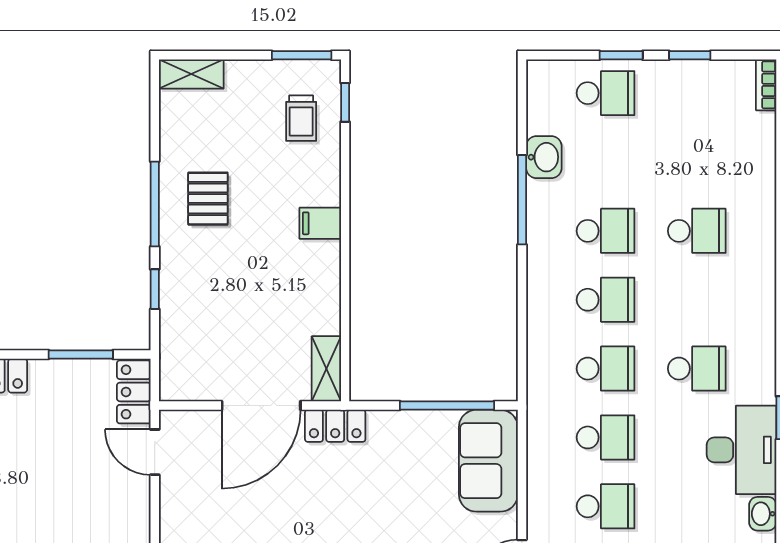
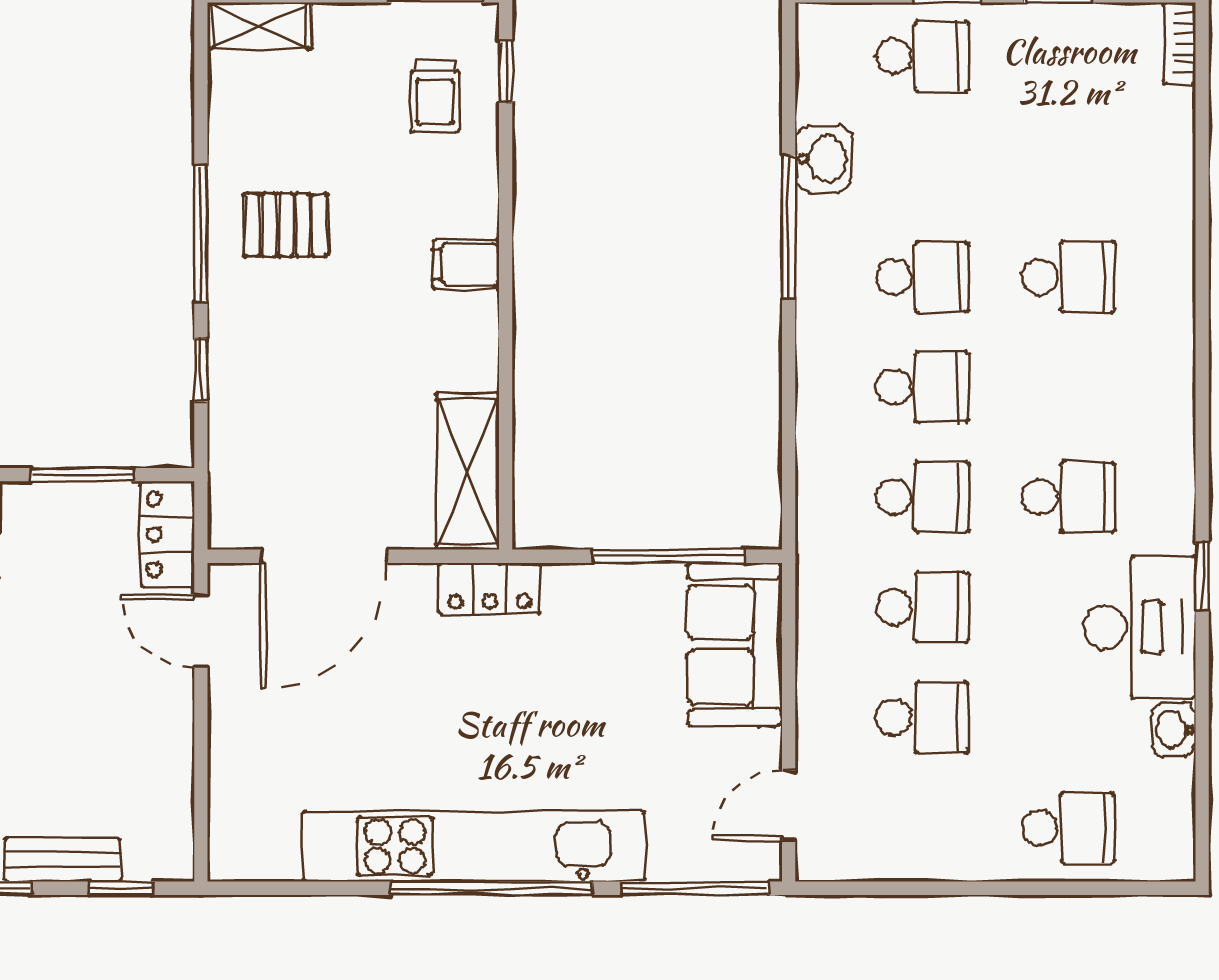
pallet: (208, 199) -> (286, 225), turned 90
shelving: (326, 369) -> (468, 471), width x1.50, depth x1.33
door: (261, 406) -> (324, 556), moved

